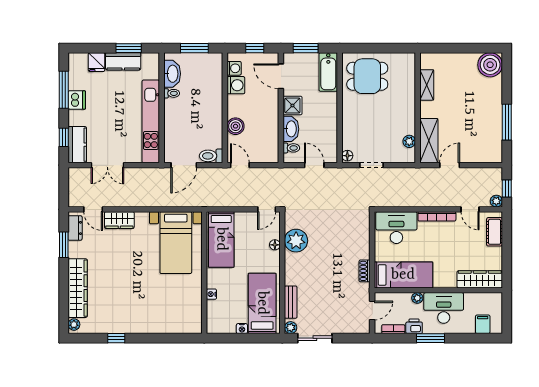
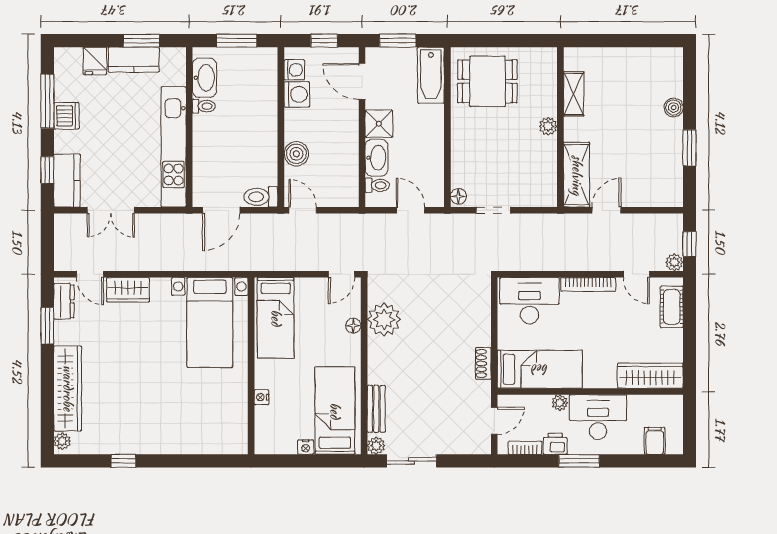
boiler: (490, 65) -> (674, 108), moved, width x0.54, depth x0.54
window: (507, 122) -> (689, 148), width x0.69
plant: (409, 141) -> (548, 126), moved

